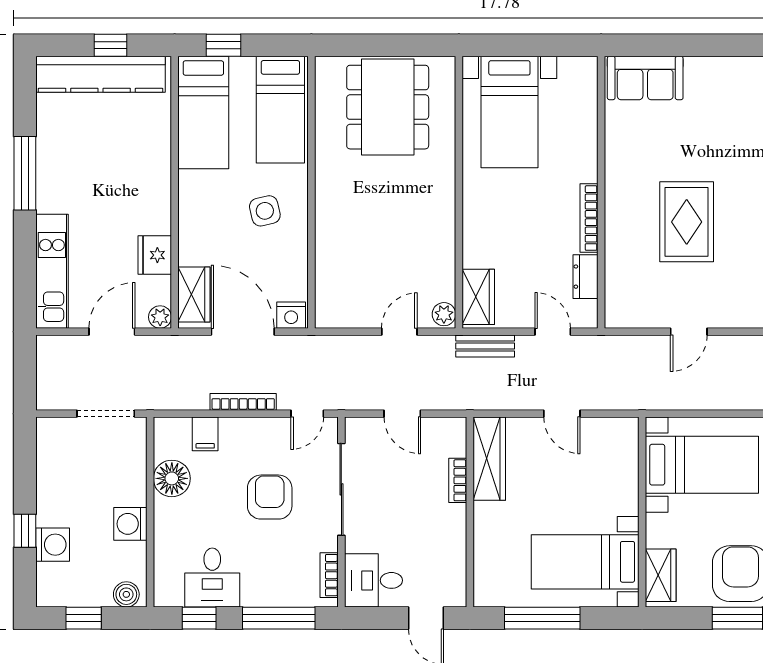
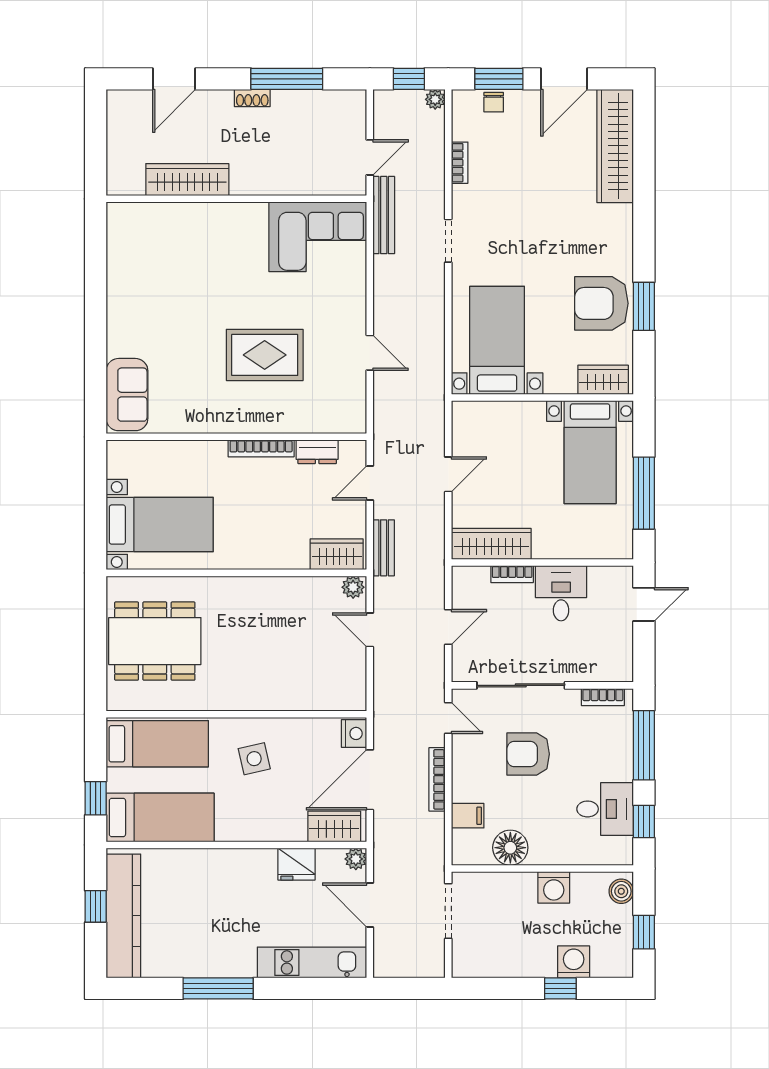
desk: (374, 580) -> (561, 593), moved, turned 180

